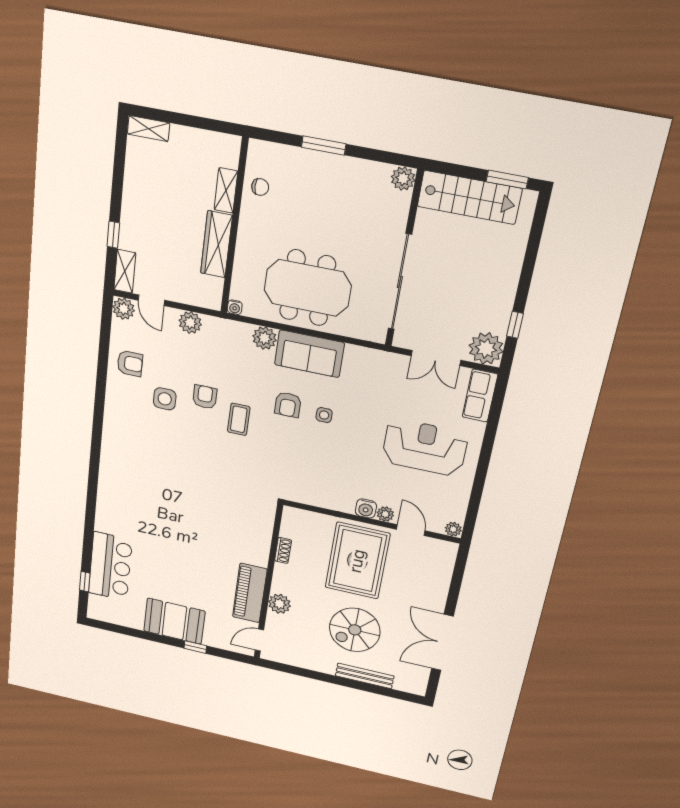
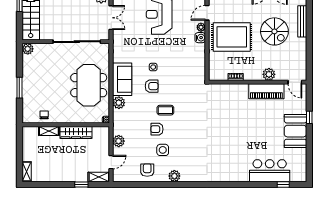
plant: (124, 309) -> (174, 176), moved

